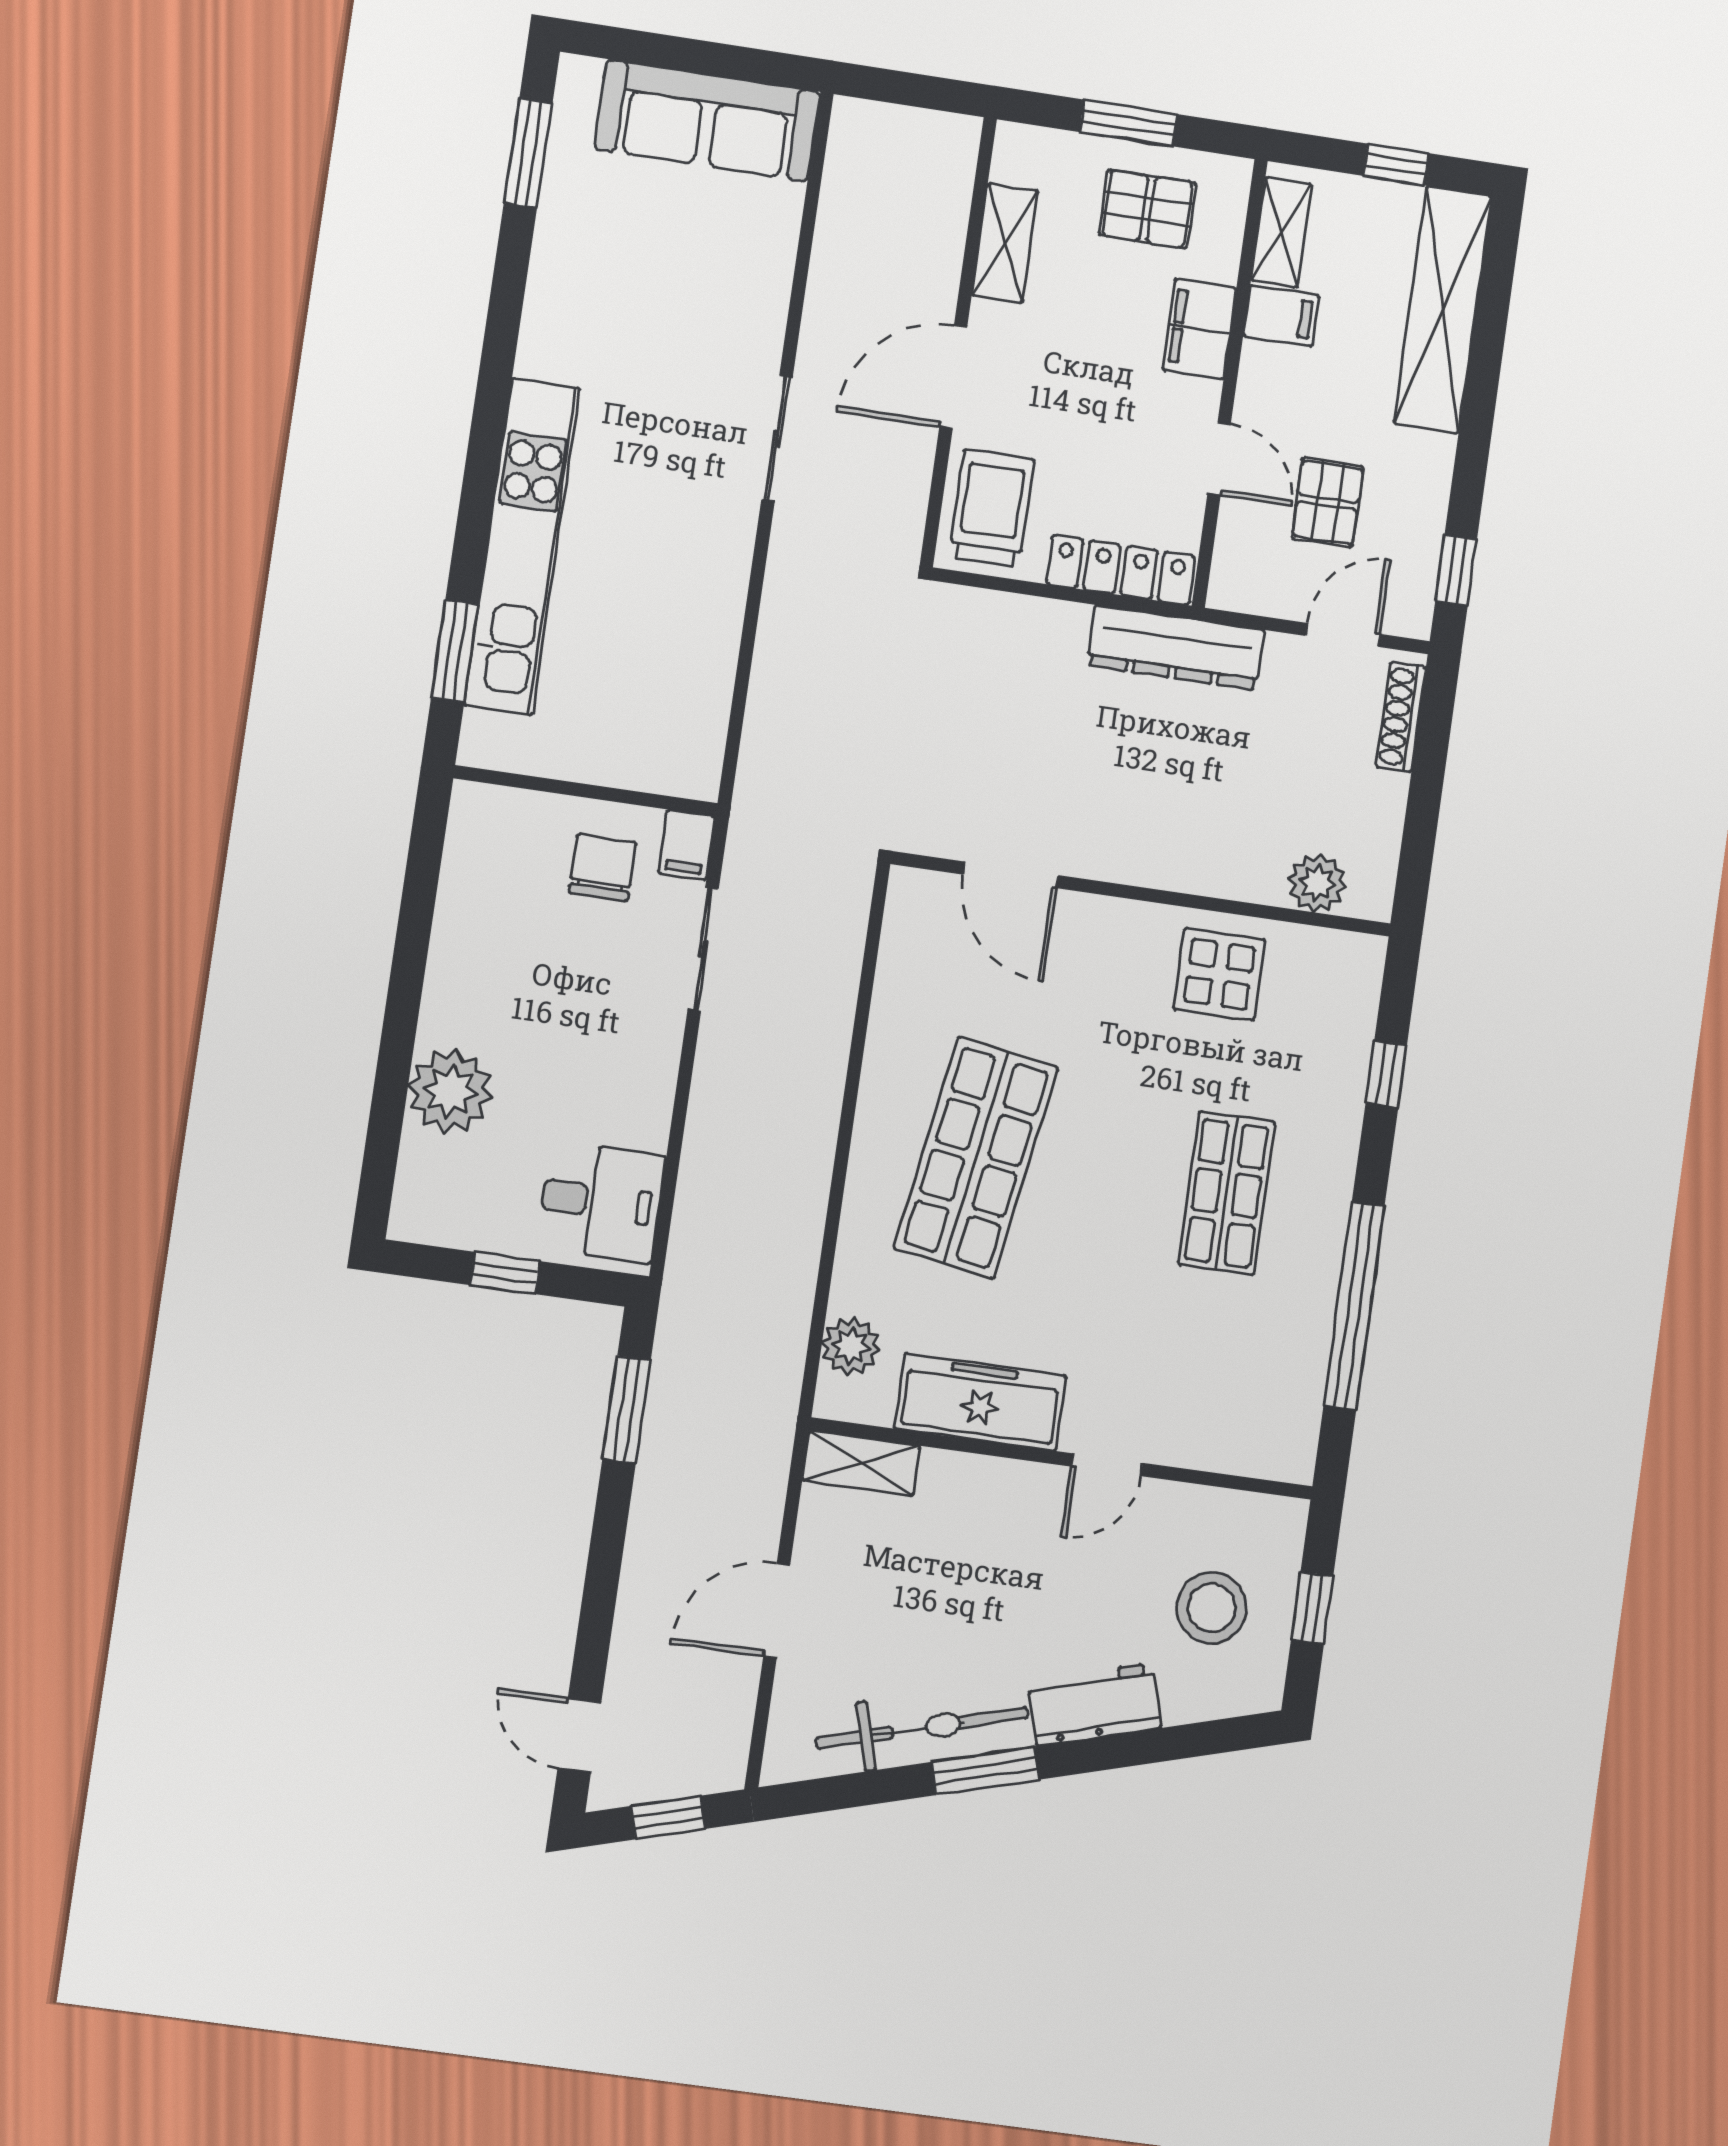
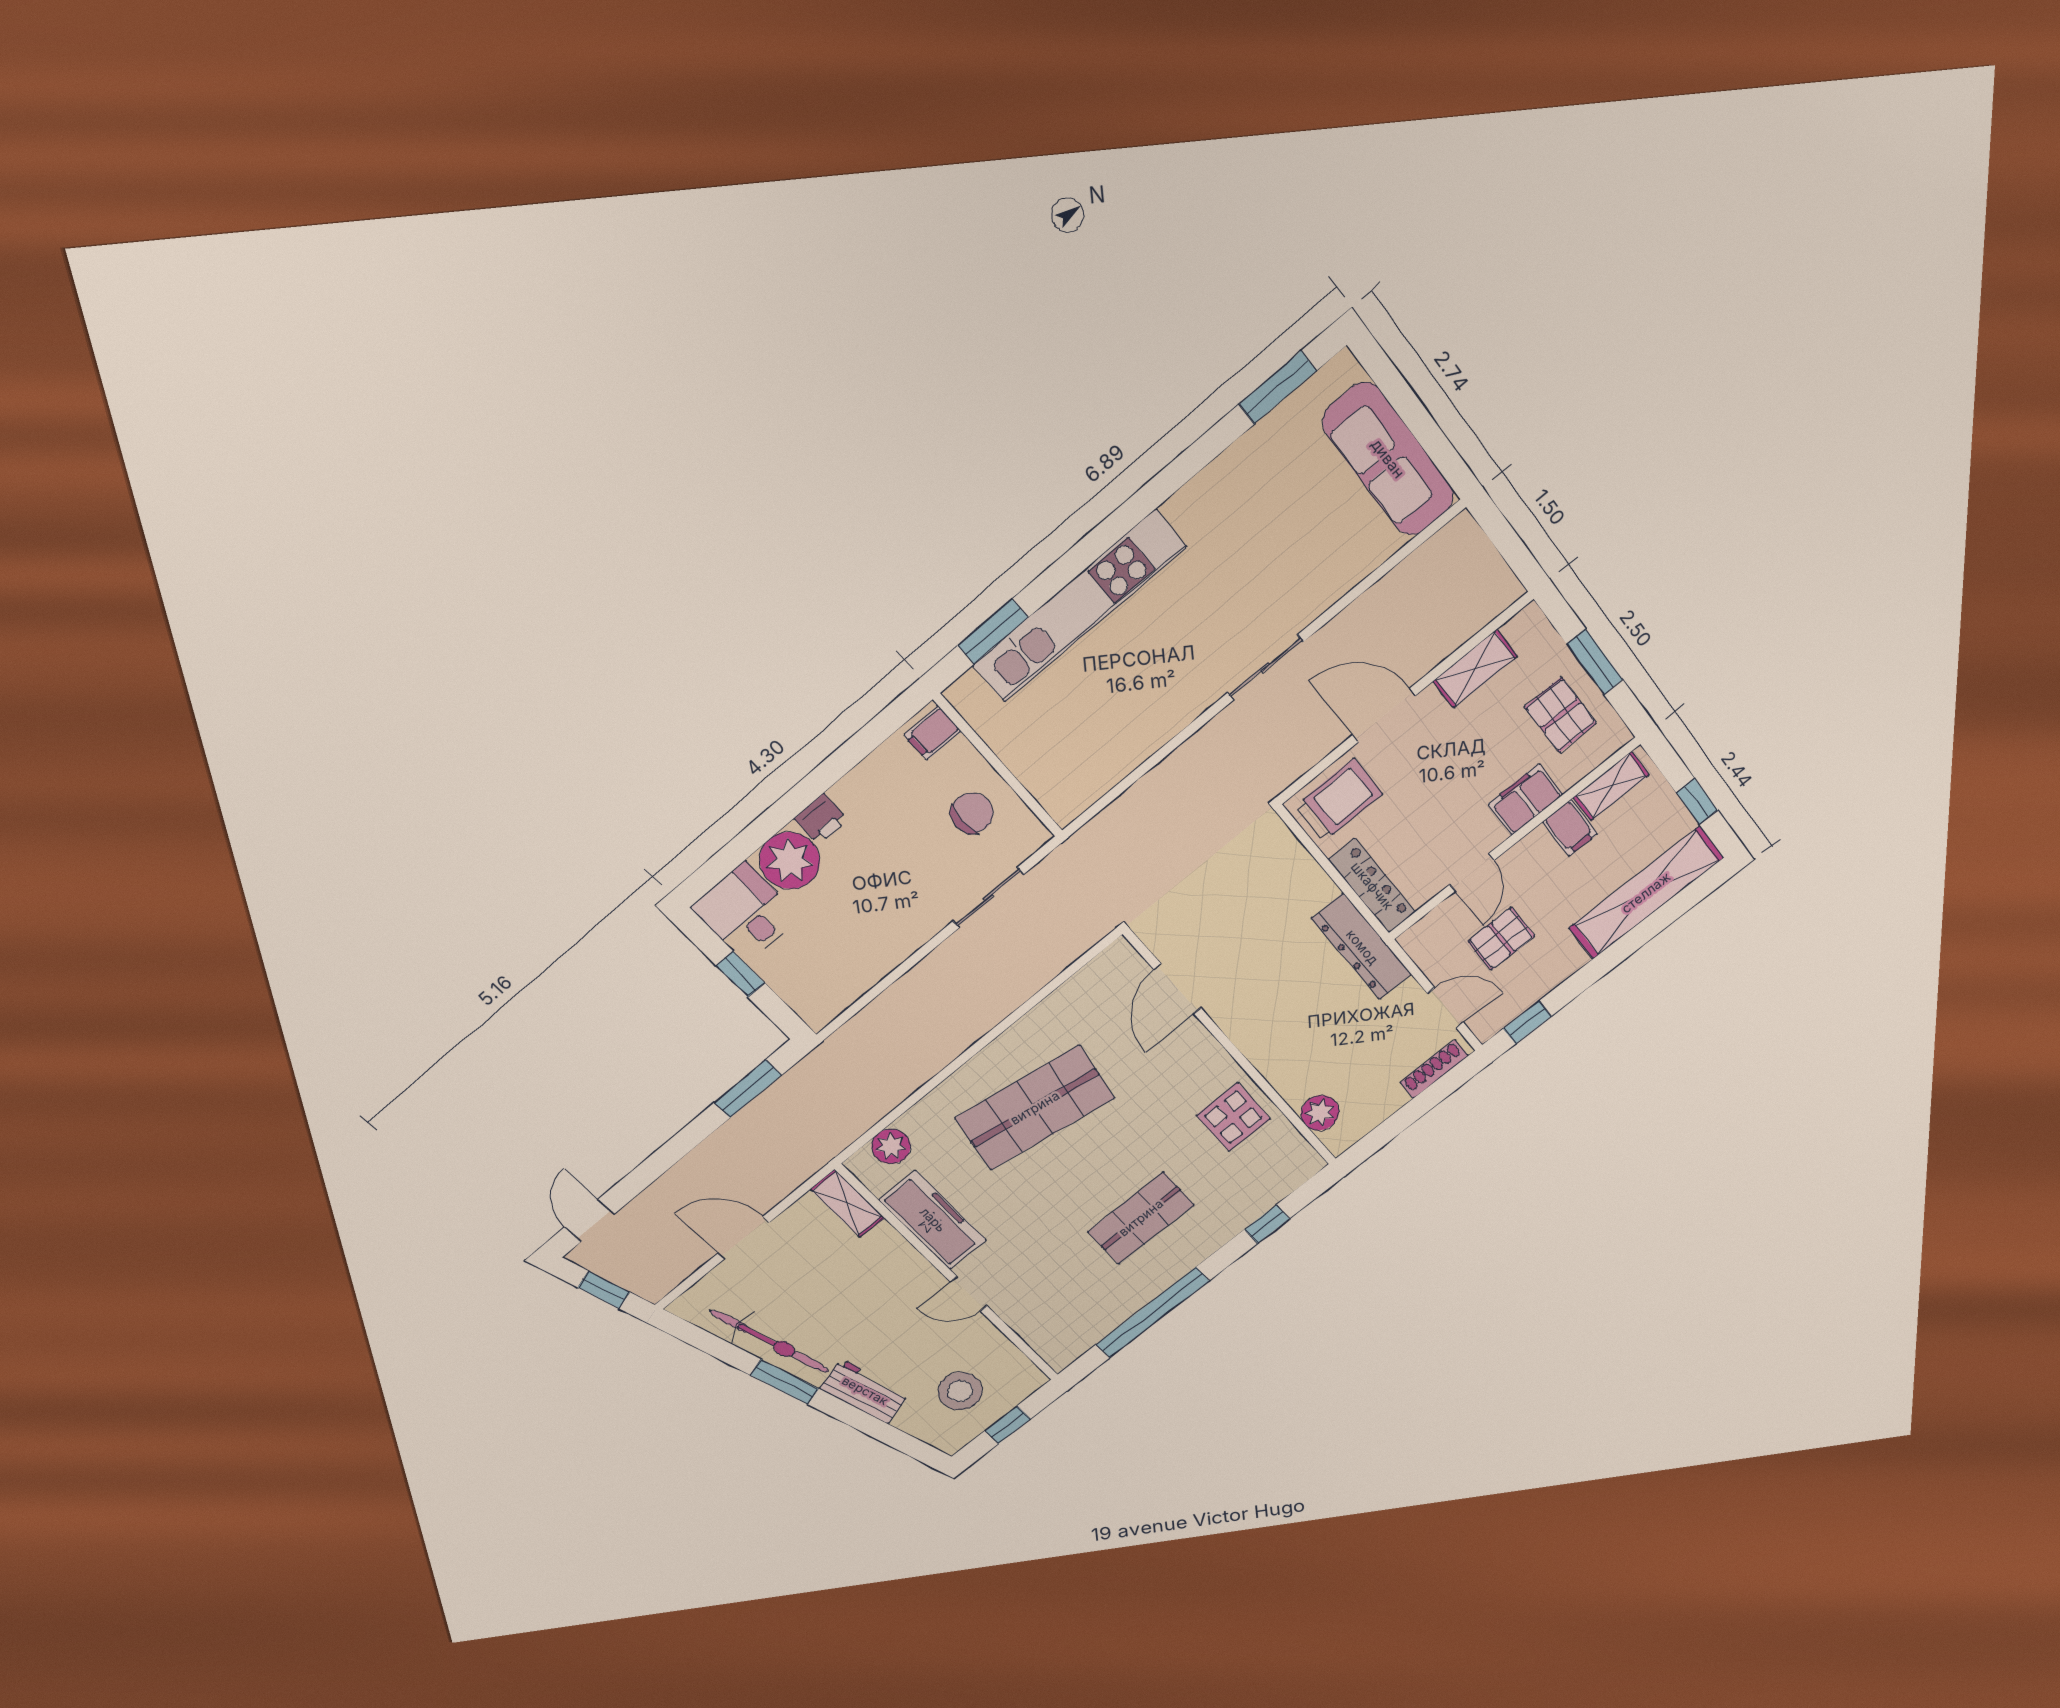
filing cabinet: (687, 845) -> (932, 733), moved
printer: (445, 1014) -> (821, 819), added
desk: (601, 1202) -> (746, 913), moved, turned 180

